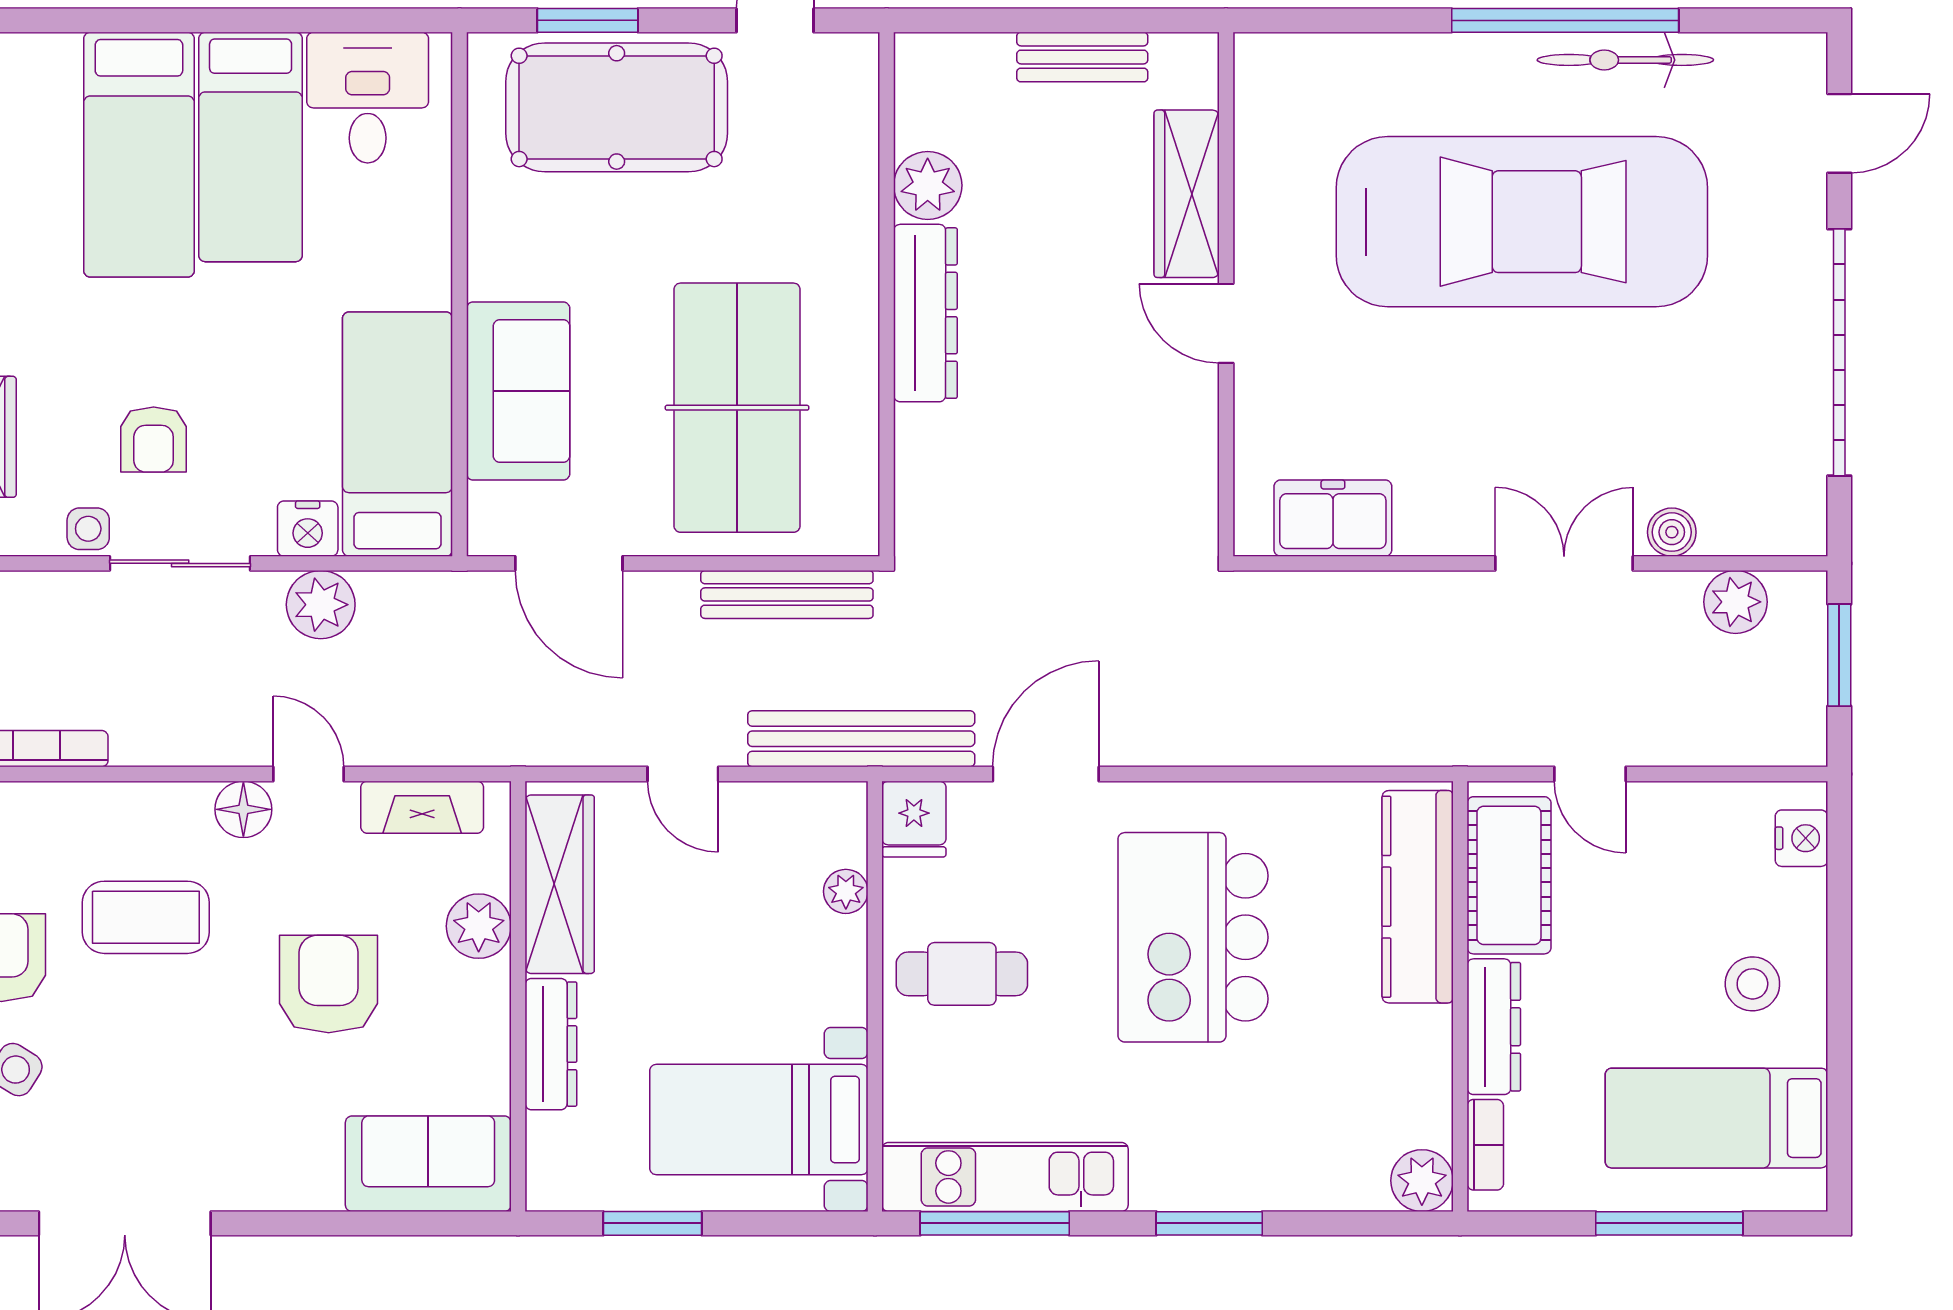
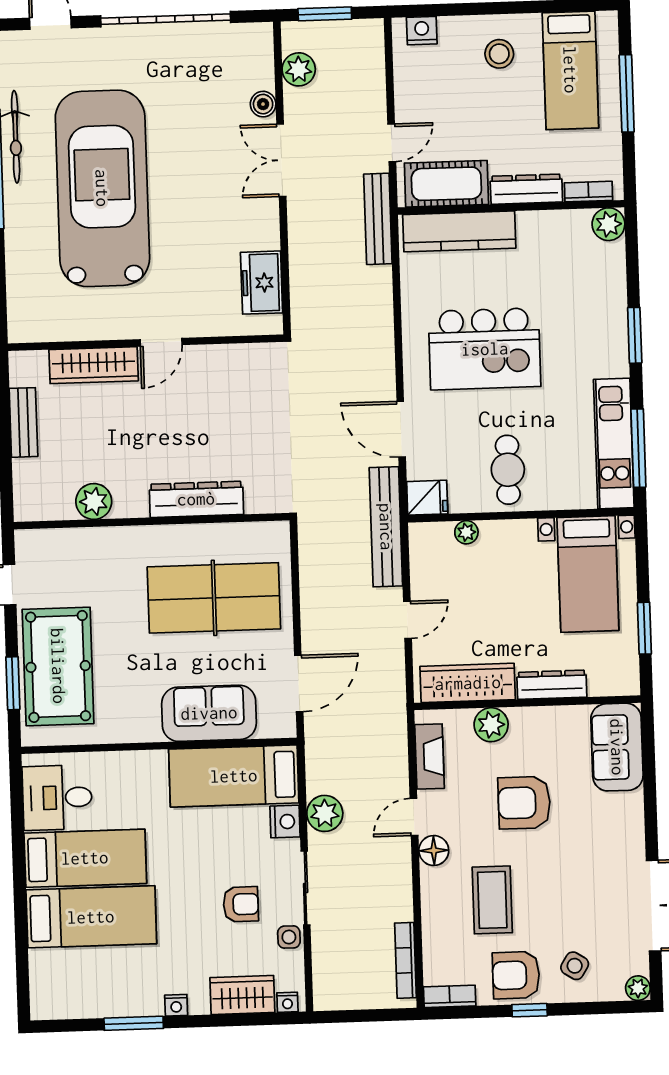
dresser: (925, 313) -> (196, 499), moved
bench: (787, 594) -> (378, 219), moved

